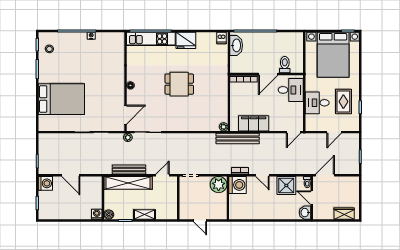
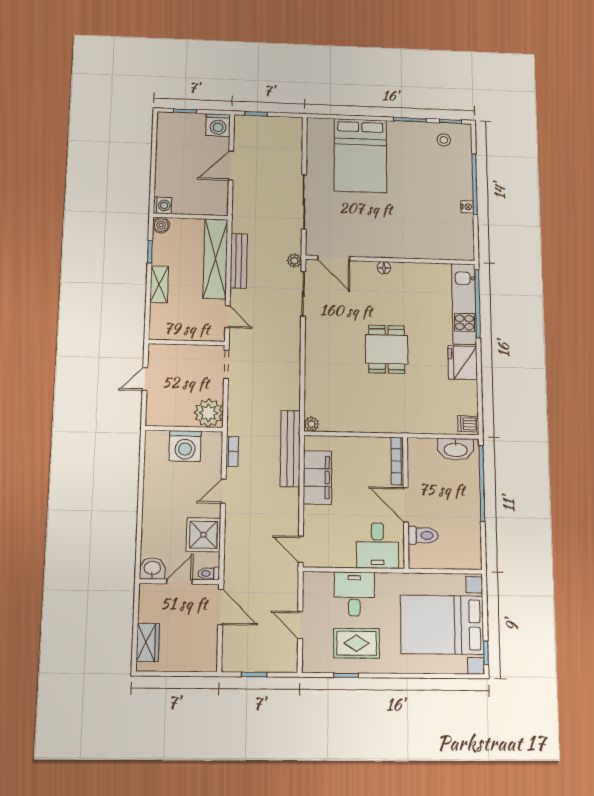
washing machine: (238, 185) -> (185, 446), moved

